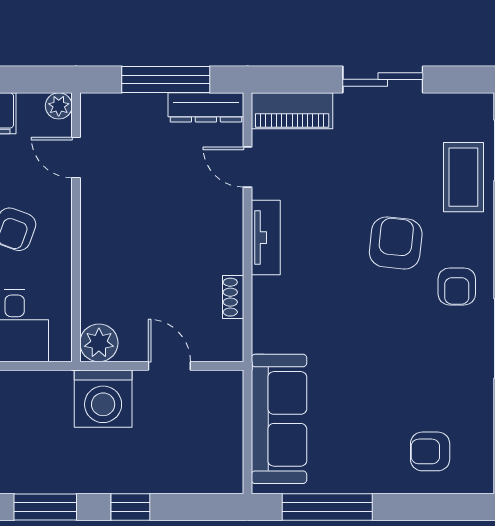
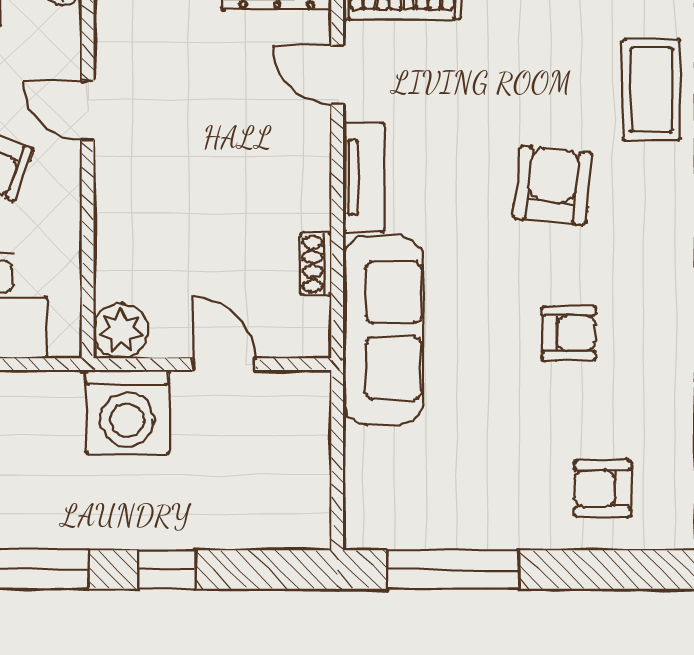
door: (76, 158) -> (88, 110), moved
armchair: (457, 286) -> (569, 333), moved, turned -90
sofa: (279, 419) -> (383, 330), moved

